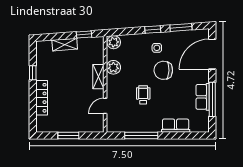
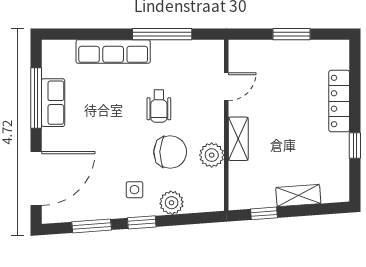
plant: (114, 42) -> (172, 203), moved
chair: (163, 70) -> (170, 152), moved
row of seats: (176, 126) -> (113, 52), width x1.48

